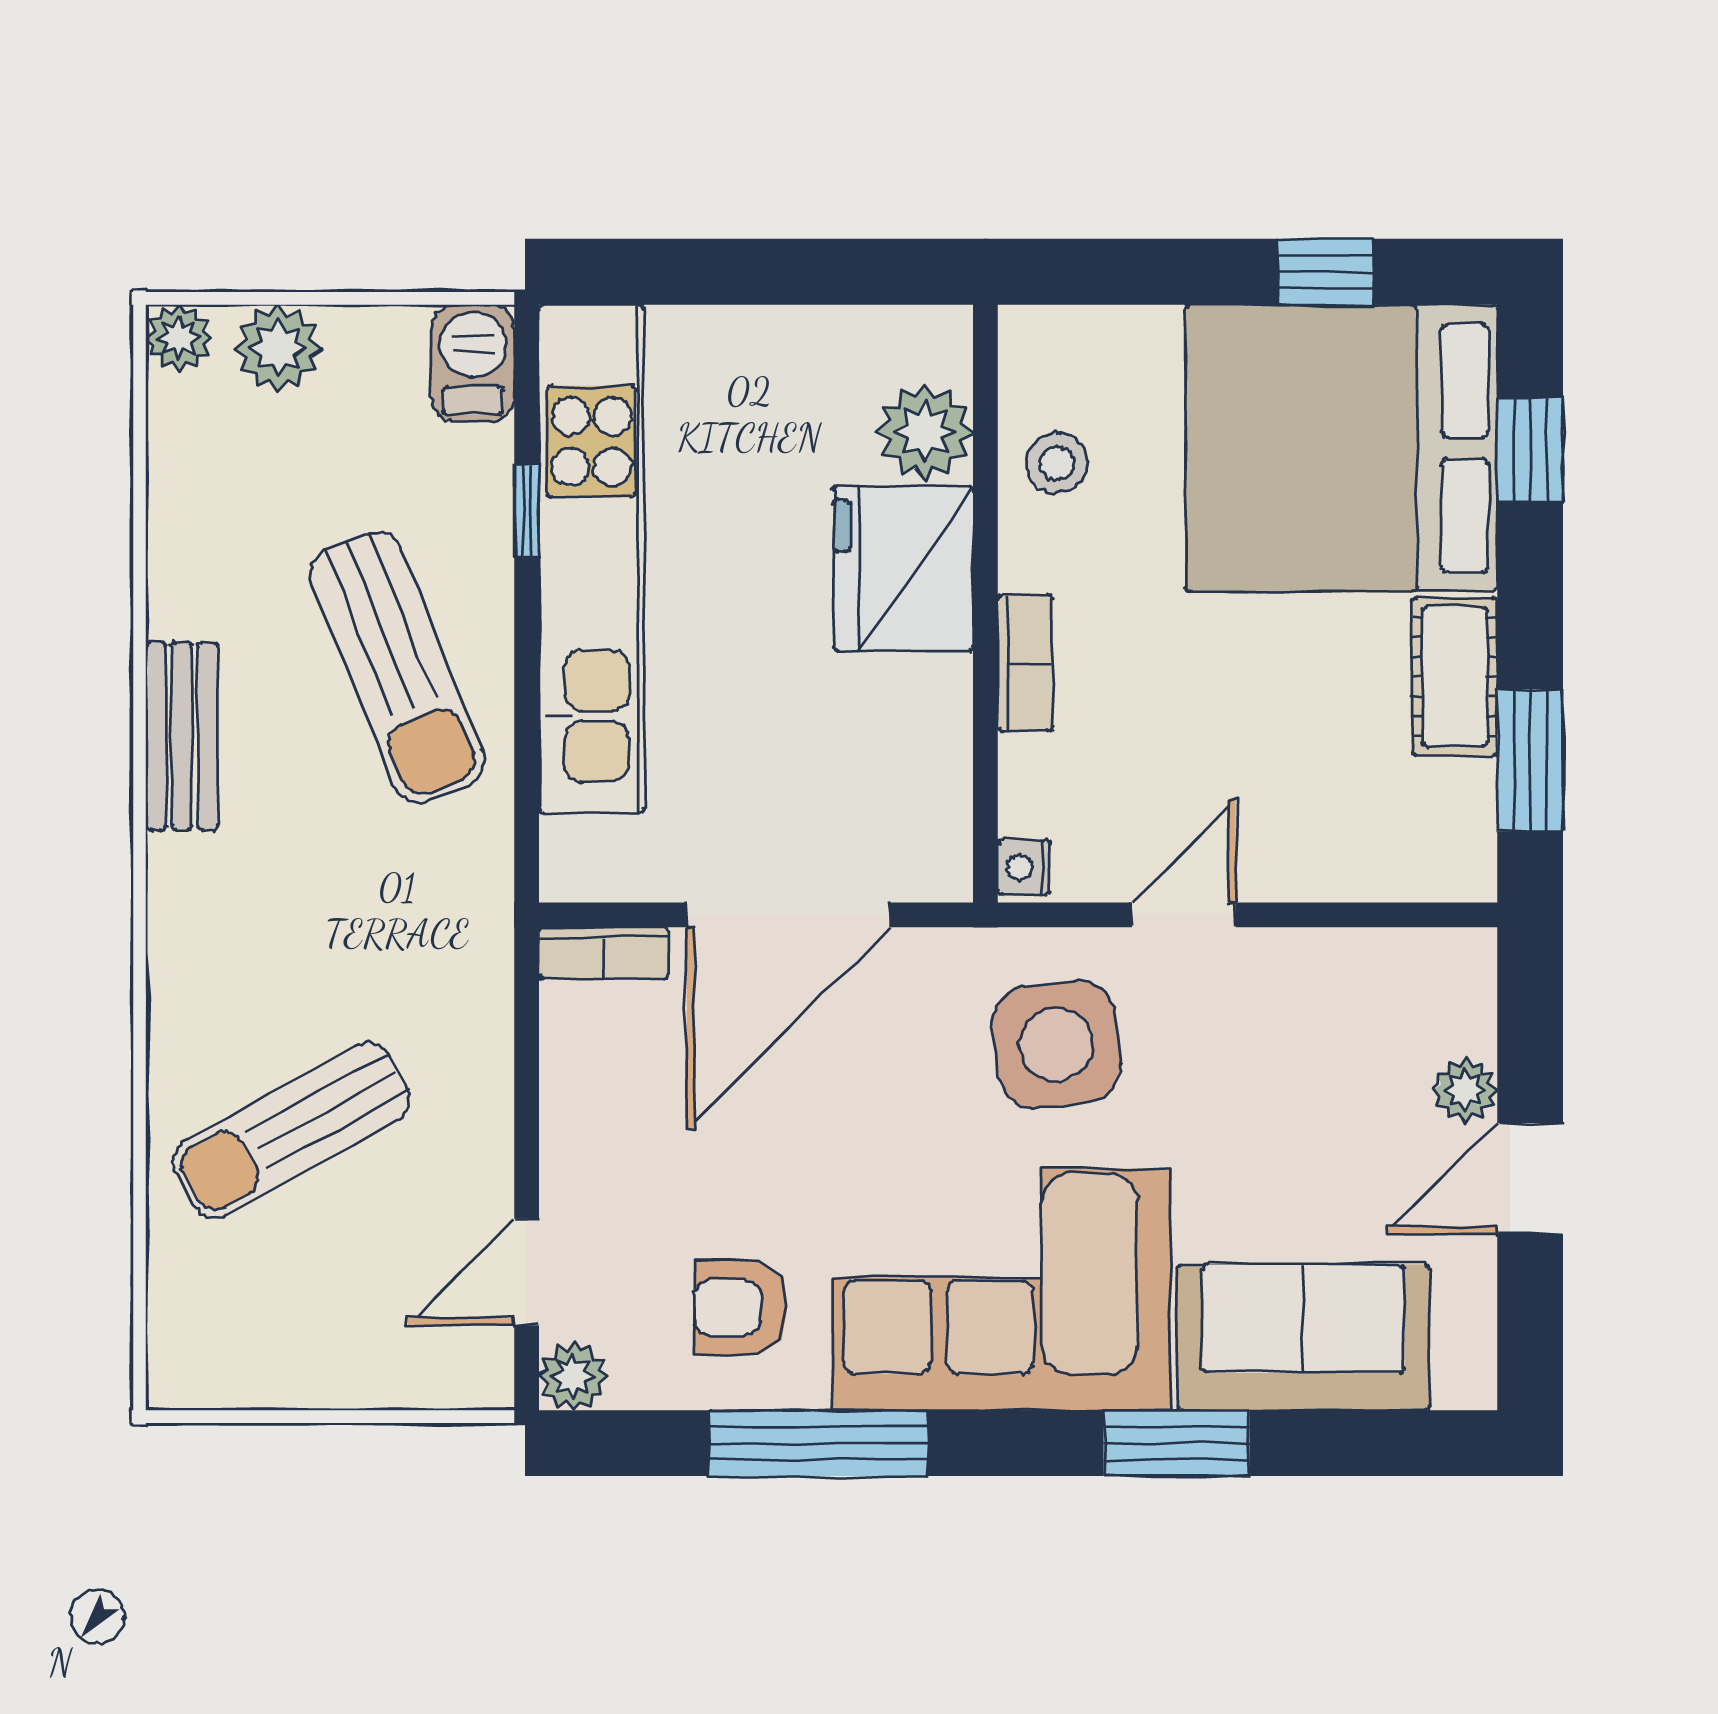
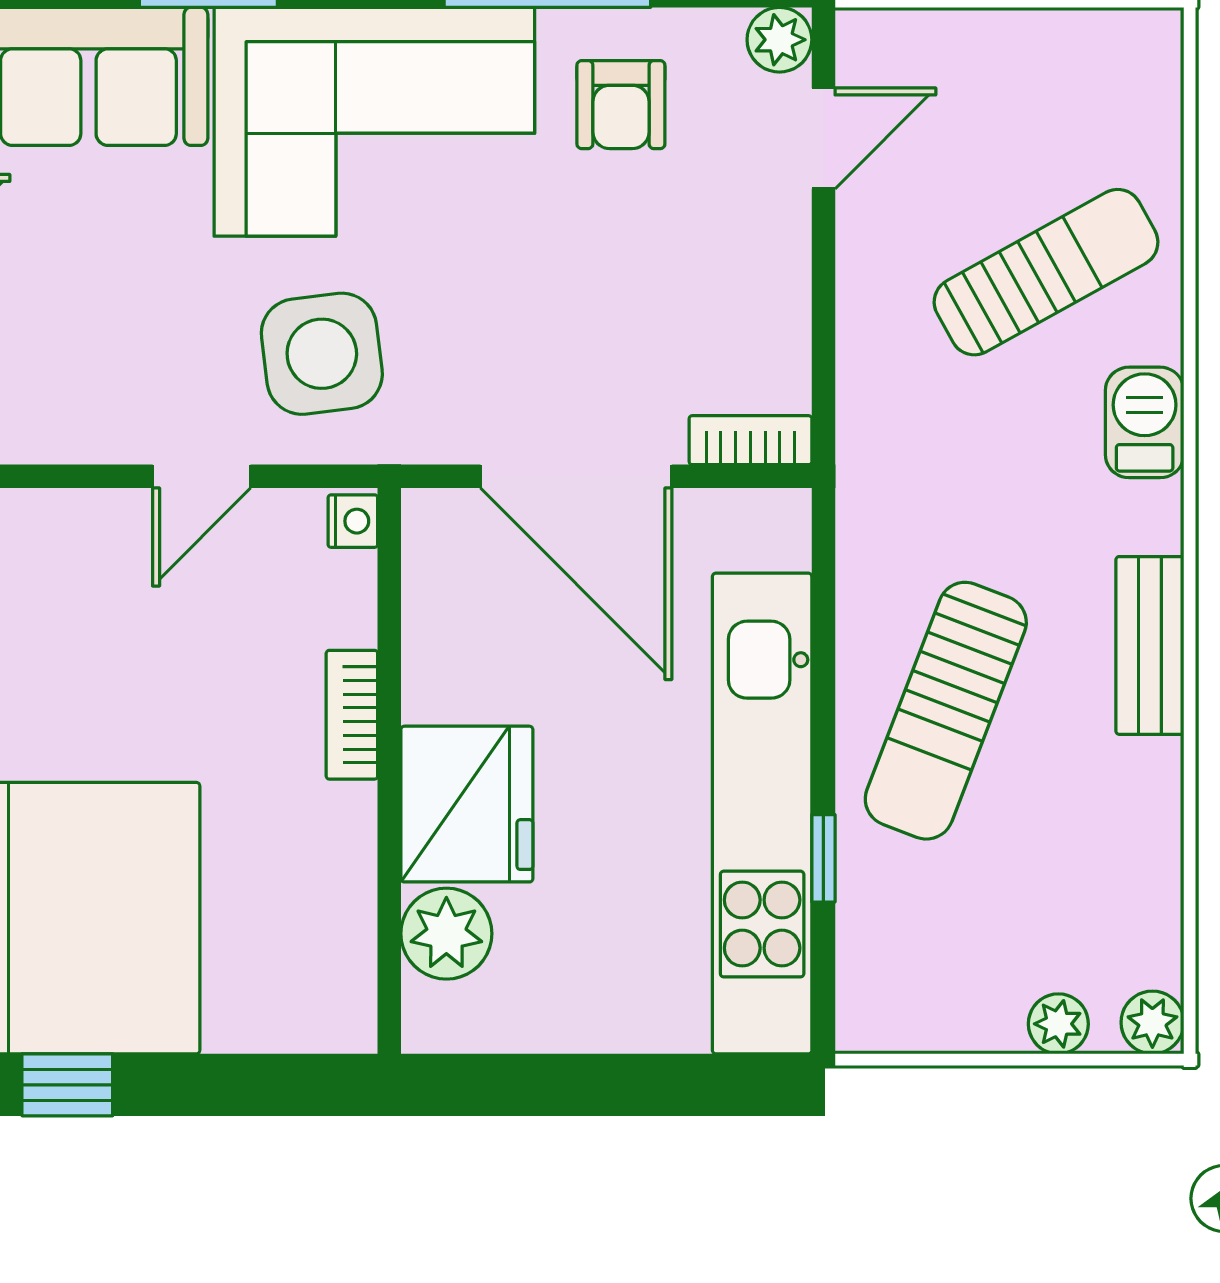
plant: (278, 348) -> (1058, 1024), width x0.73, depth x0.73
barbecue: (473, 363) -> (1145, 422), moved, turned 180
stool: (1057, 463) -> (322, 904), removed
sun lounger: (397, 667) -> (946, 711), turned -137
door: (788, 915) -> (576, 476), swing flipped
armchair: (741, 1308) -> (621, 105), turned 90

